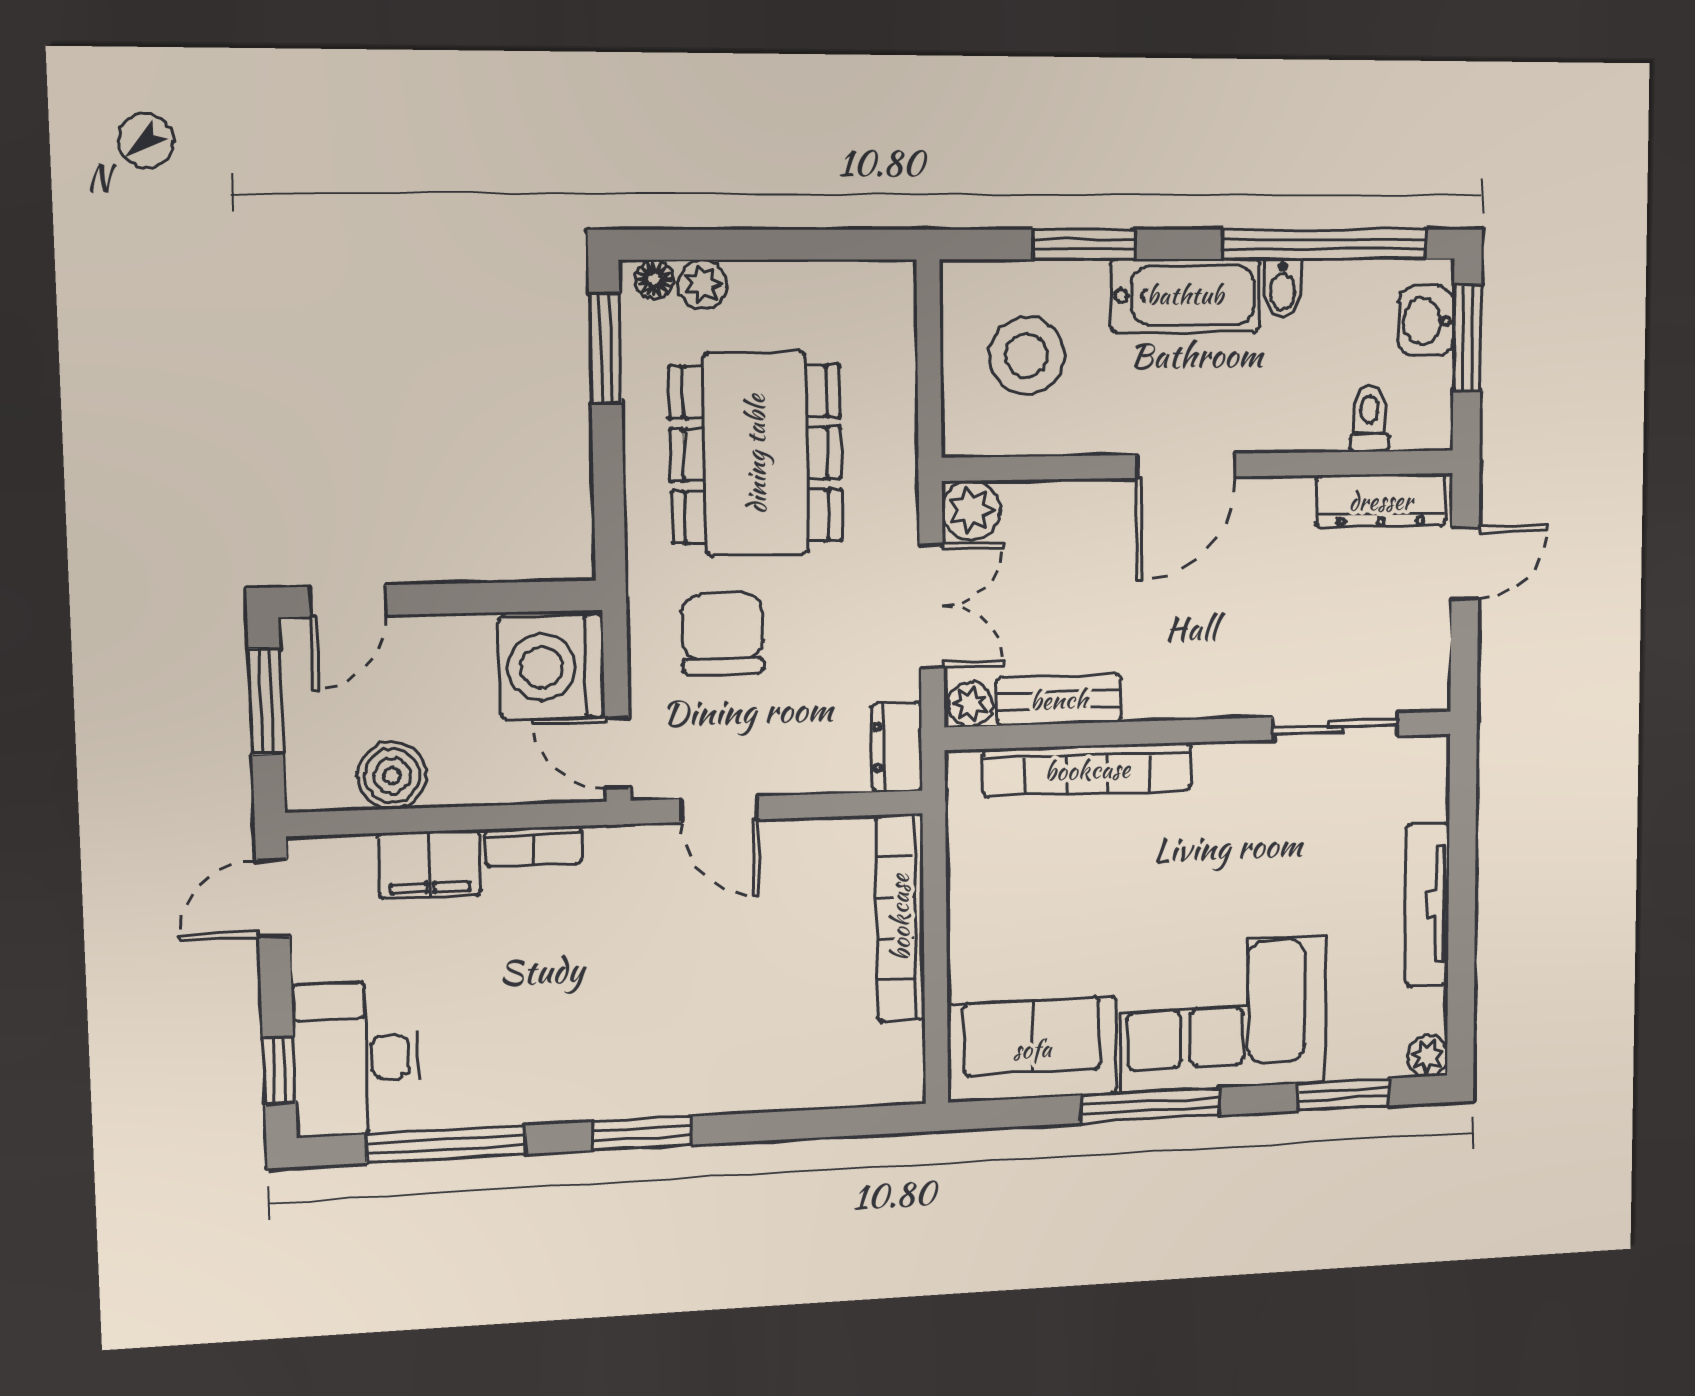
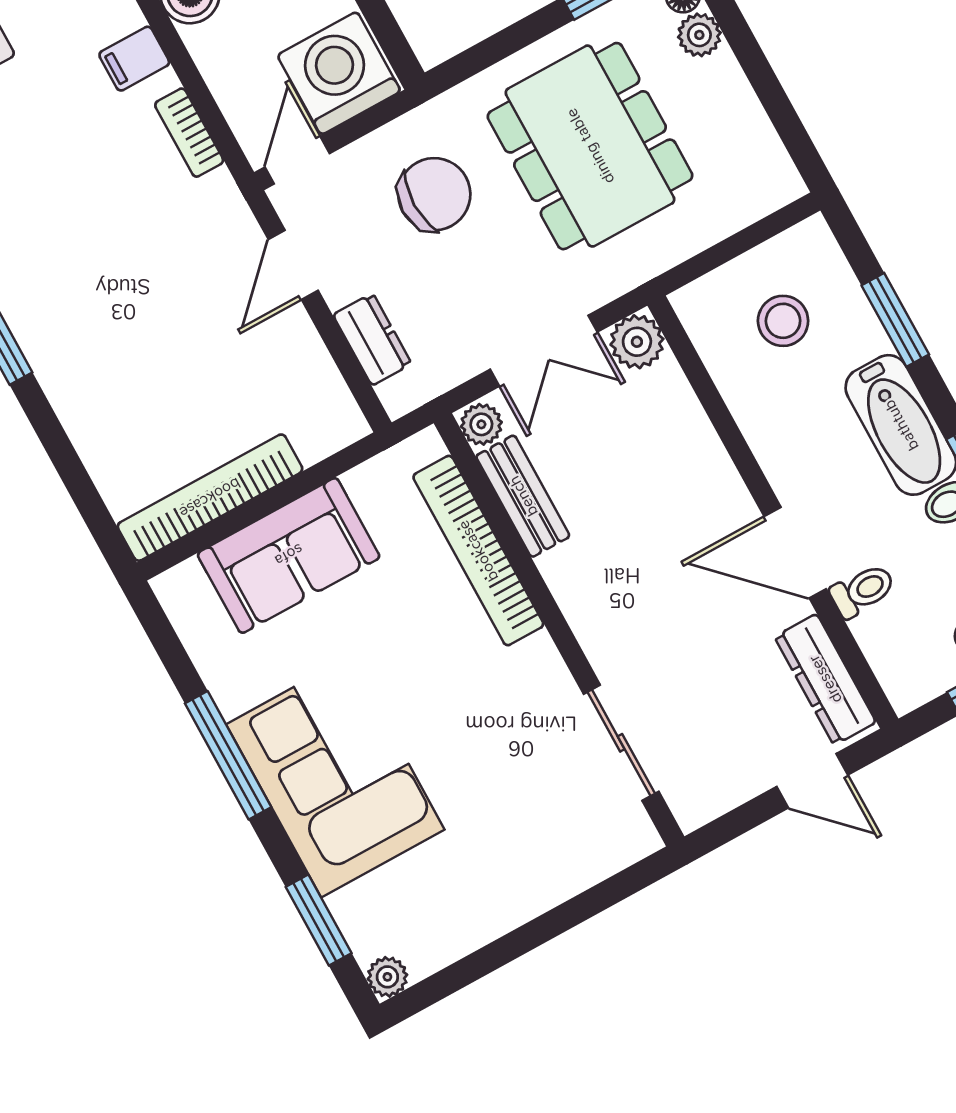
stool: (1026, 356) -> (783, 321), width x0.73, depth x0.73
toilet: (1369, 419) -> (863, 591), moved
dining table: (756, 454) -> (590, 146), turned 90
door: (1186, 466) -> (795, 553), moved
dresser: (897, 747) -> (372, 339), moved, turned 90
filing cabinet: (430, 864) -> (134, 59), width x0.50
tv unit: (1428, 904) -> (515, 905), removed
bookcase: (900, 918) -> (210, 498), moved
sofa: (1032, 1049) -> (289, 555), moved, turned 90

